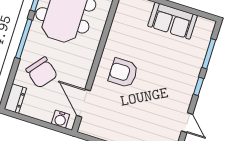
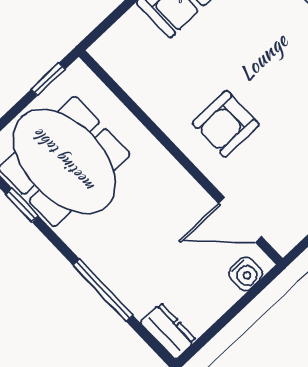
window: (24, 39) -> (103, 290), moved
chair: (42, 73) -> (149, 262), removed

